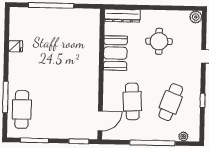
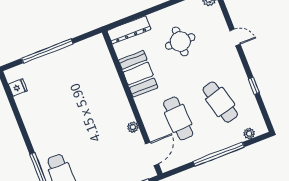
fridge: (16, 46) -> (18, 87), moved
plant: (94, 94) -> (133, 127), added
cafe table: (171, 102) -> (220, 102), turned -36

